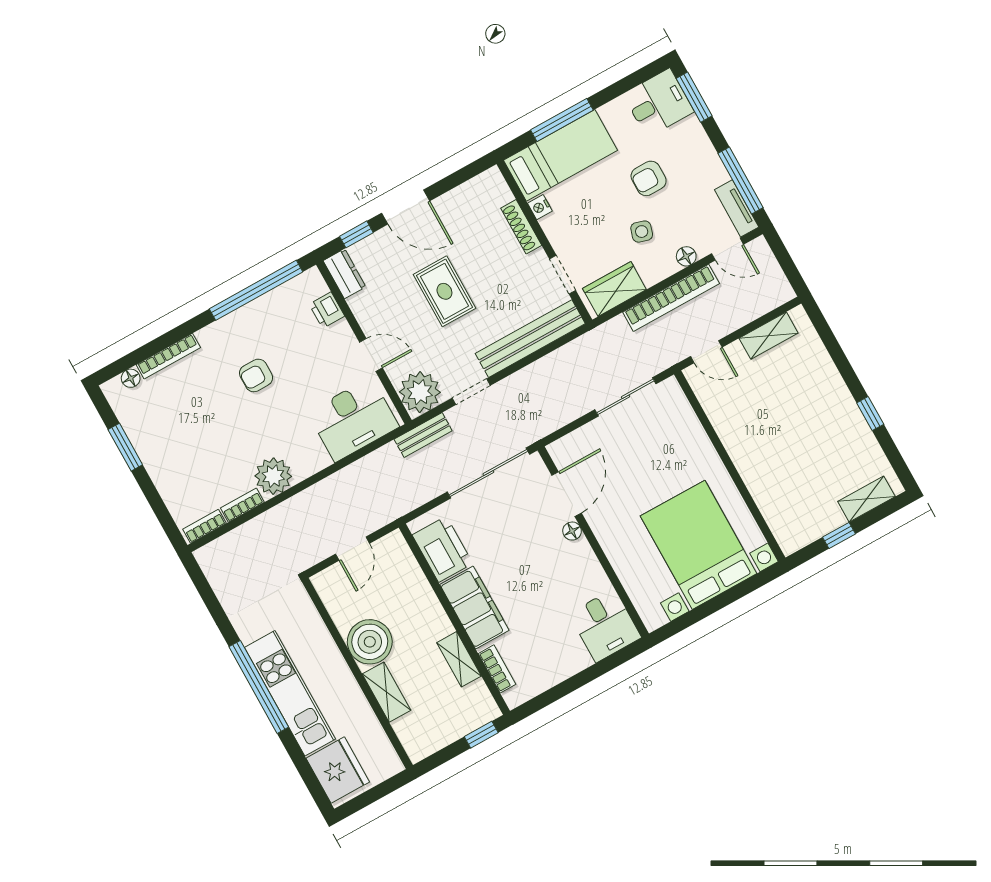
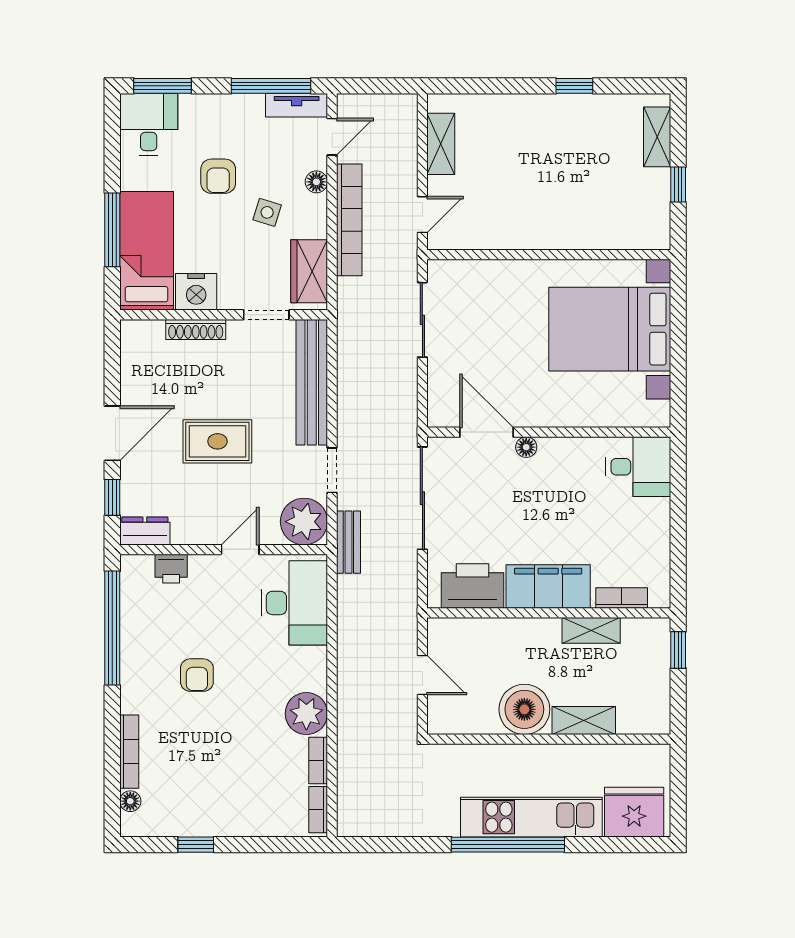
nightstand: (540, 207) -> (196, 292), width x1.89, depth x1.79
window: (125, 447) -> (196, 845), width x0.67

